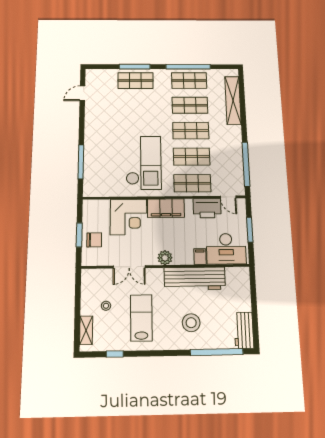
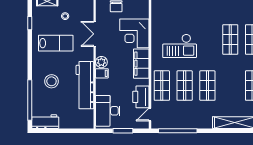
shop shelf: (190, 105) -> (230, 39), moved
checkout: (144, 163) -> (180, 46), width x0.73, depth x0.83
filing cabinet: (200, 257) -> (102, 73), moved

